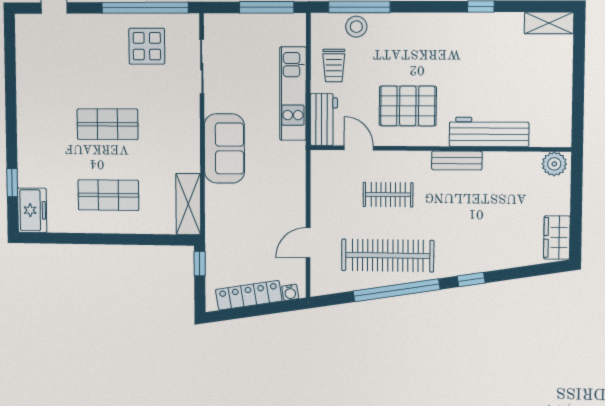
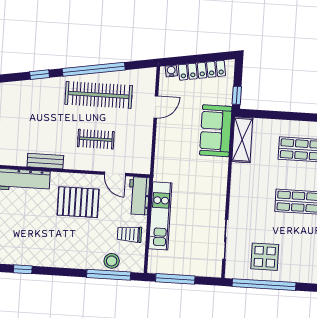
trolley: (334, 66) -> (129, 234), turned -90
sofa: (224, 148) -> (216, 131), moved

